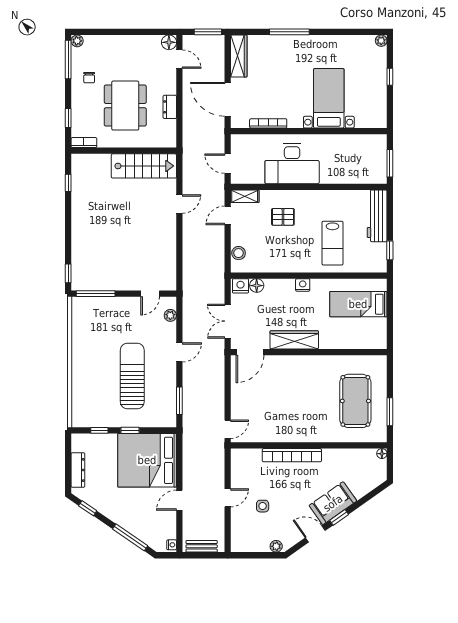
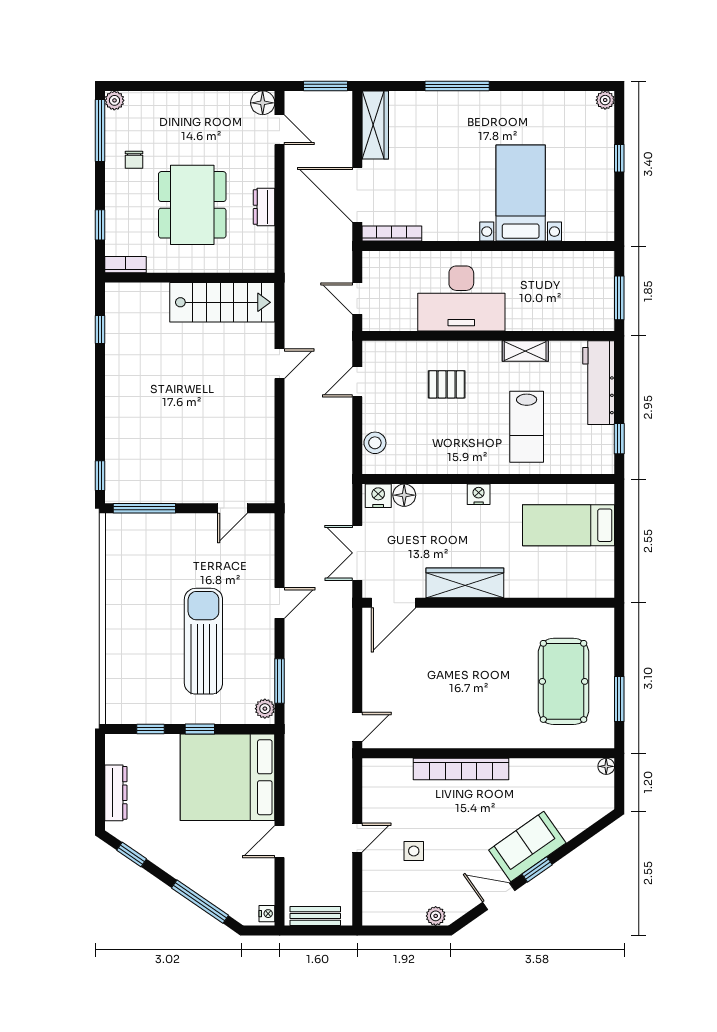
bookcase: (268, 123) -> (392, 234), moved
shelving: (245, 196) -> (525, 351), moved
plant: (170, 315) -> (265, 709), moved

